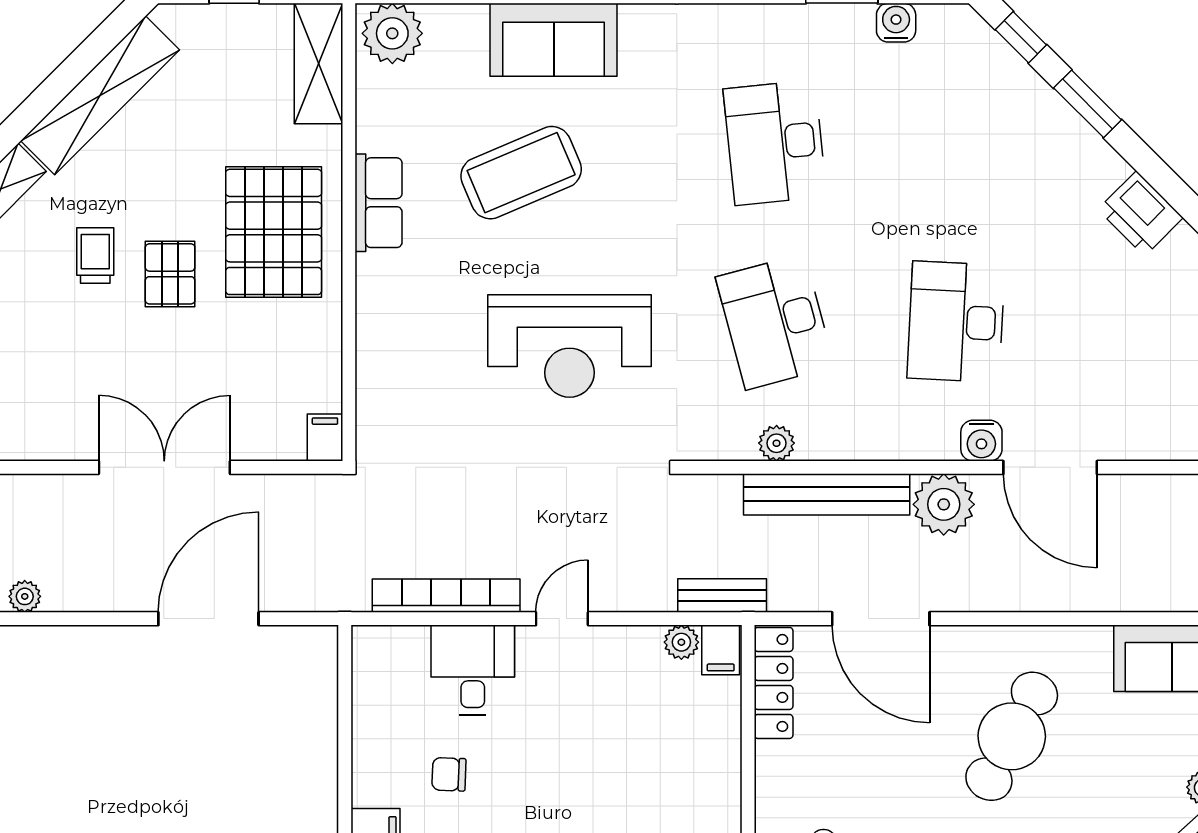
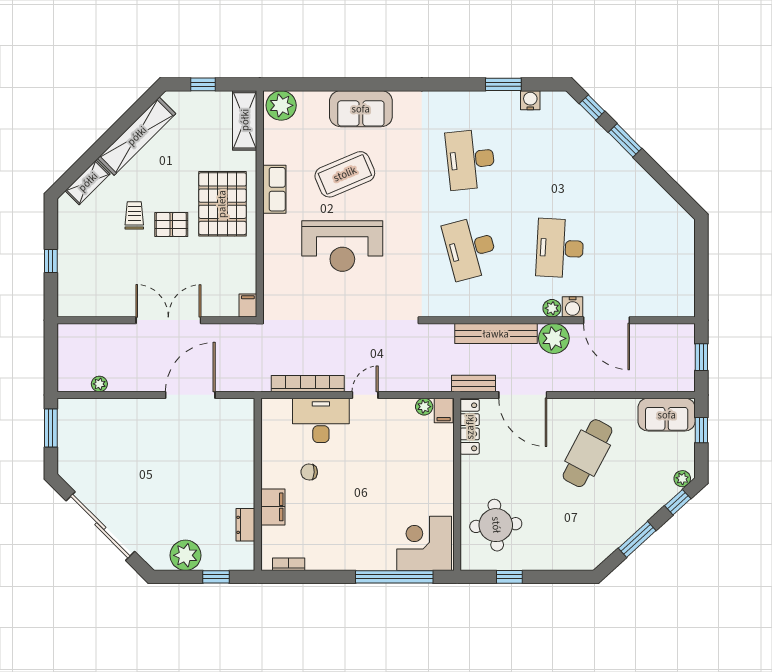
printer: (1140, 214) -> (651, 195), removed
pallet: (170, 274) -> (171, 224), turned 90
reception desk: (569, 346) -> (342, 246), moved
plant: (777, 443) -> (552, 308), moved
bench: (722, 595) -> (473, 384), moved
desk: (473, 670) -> (321, 420), width x1.37

